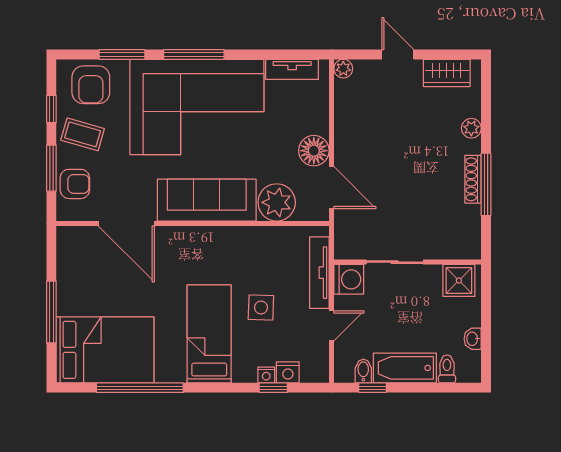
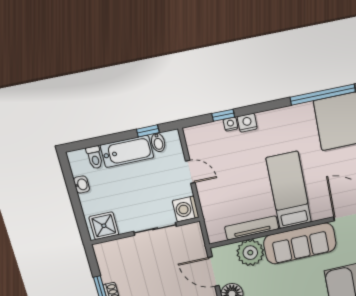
tv unit: (319, 273) -> (252, 228), moved, turned -90
side table: (261, 307) -> (245, 174), removed
door: (331, 326) -> (190, 172), swing flipped
bed: (209, 334) -> (289, 190), moved, turned 180
nightstand: (288, 372) -> (247, 123), moved

